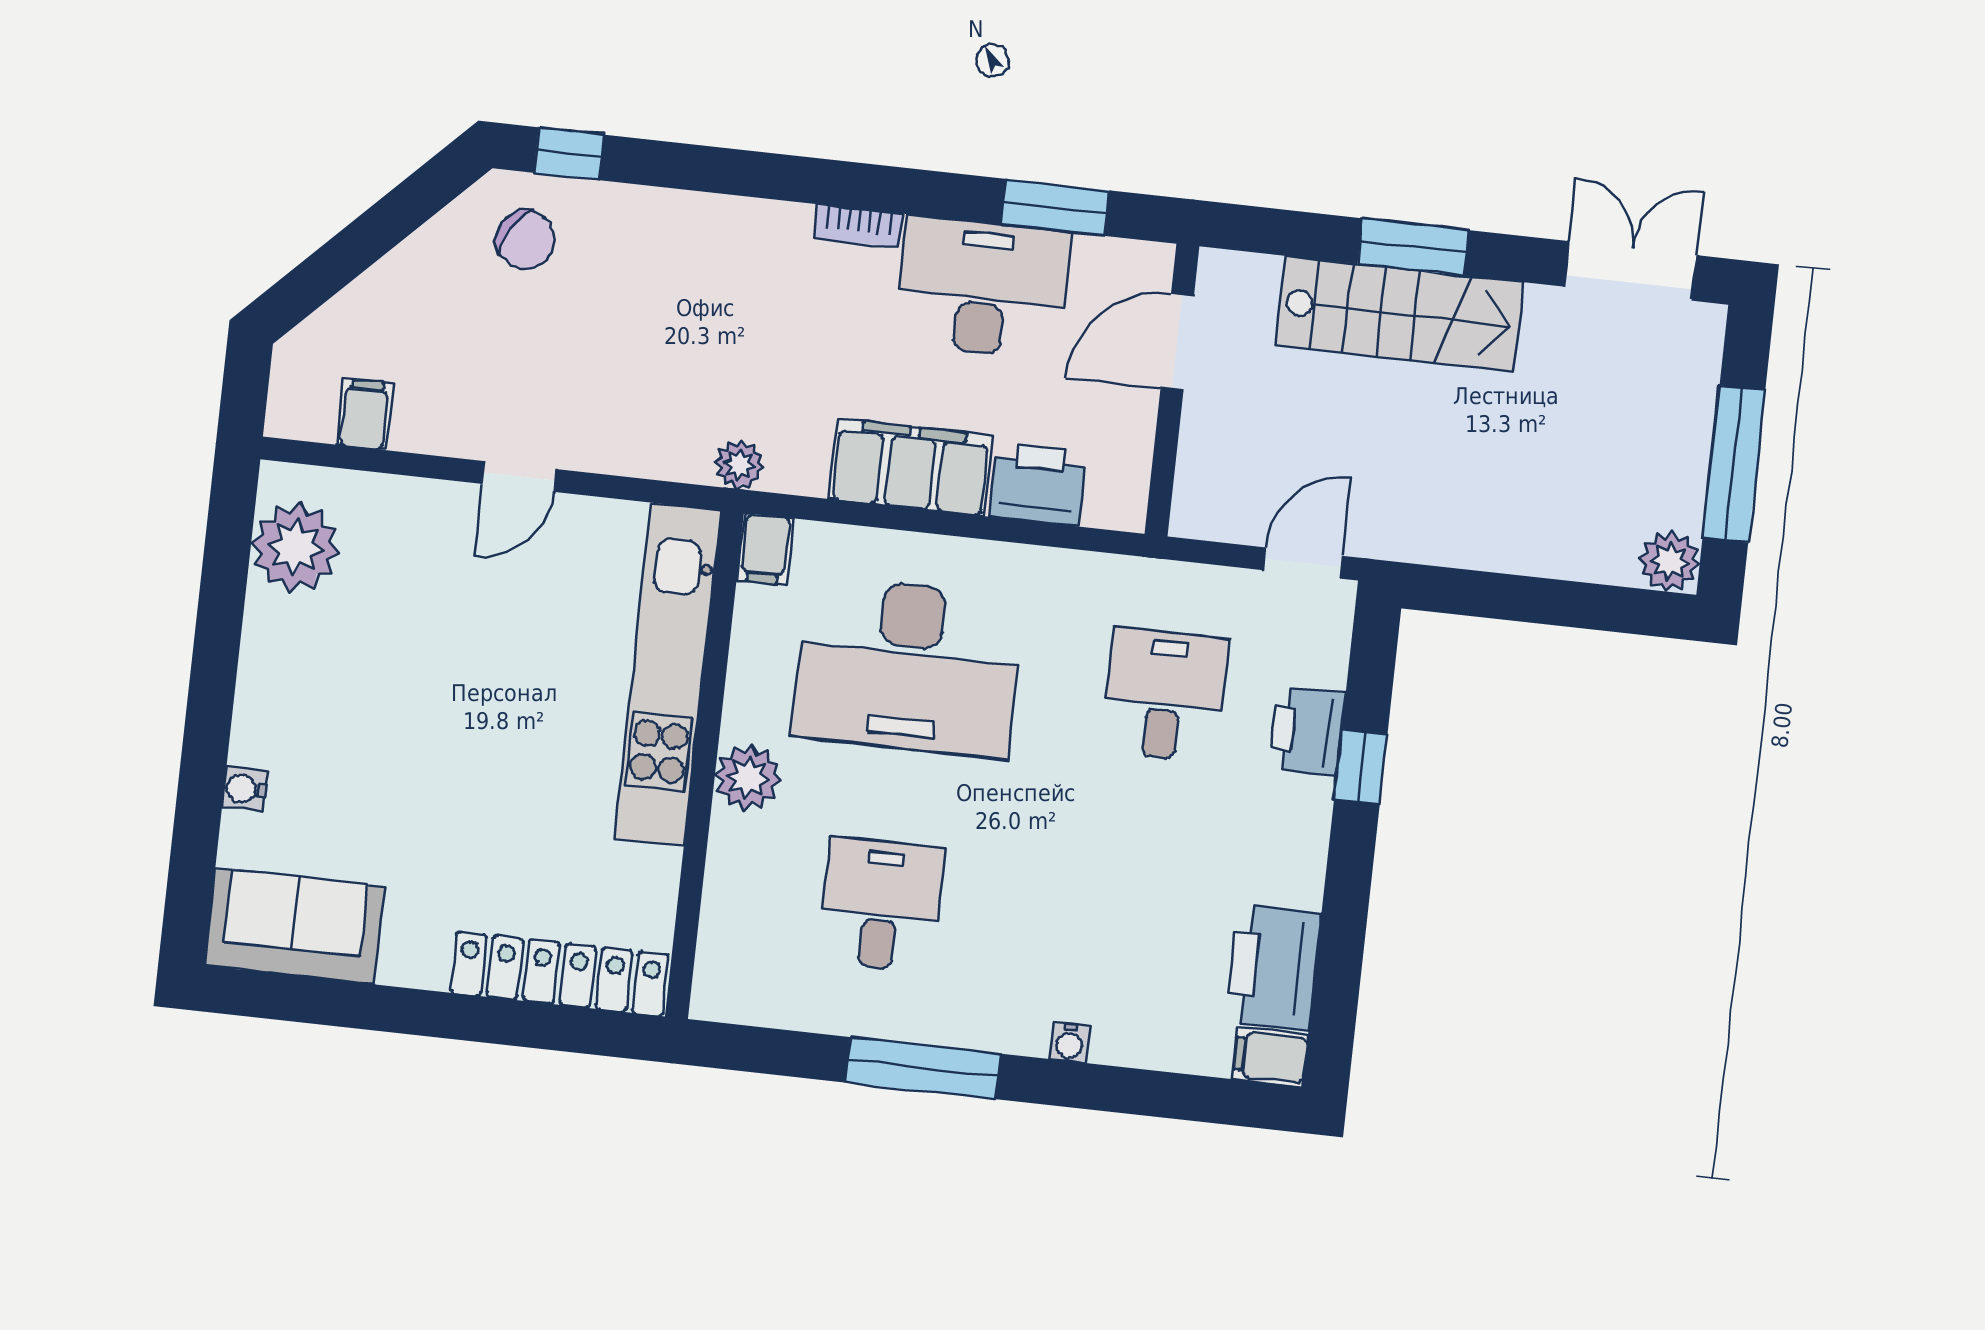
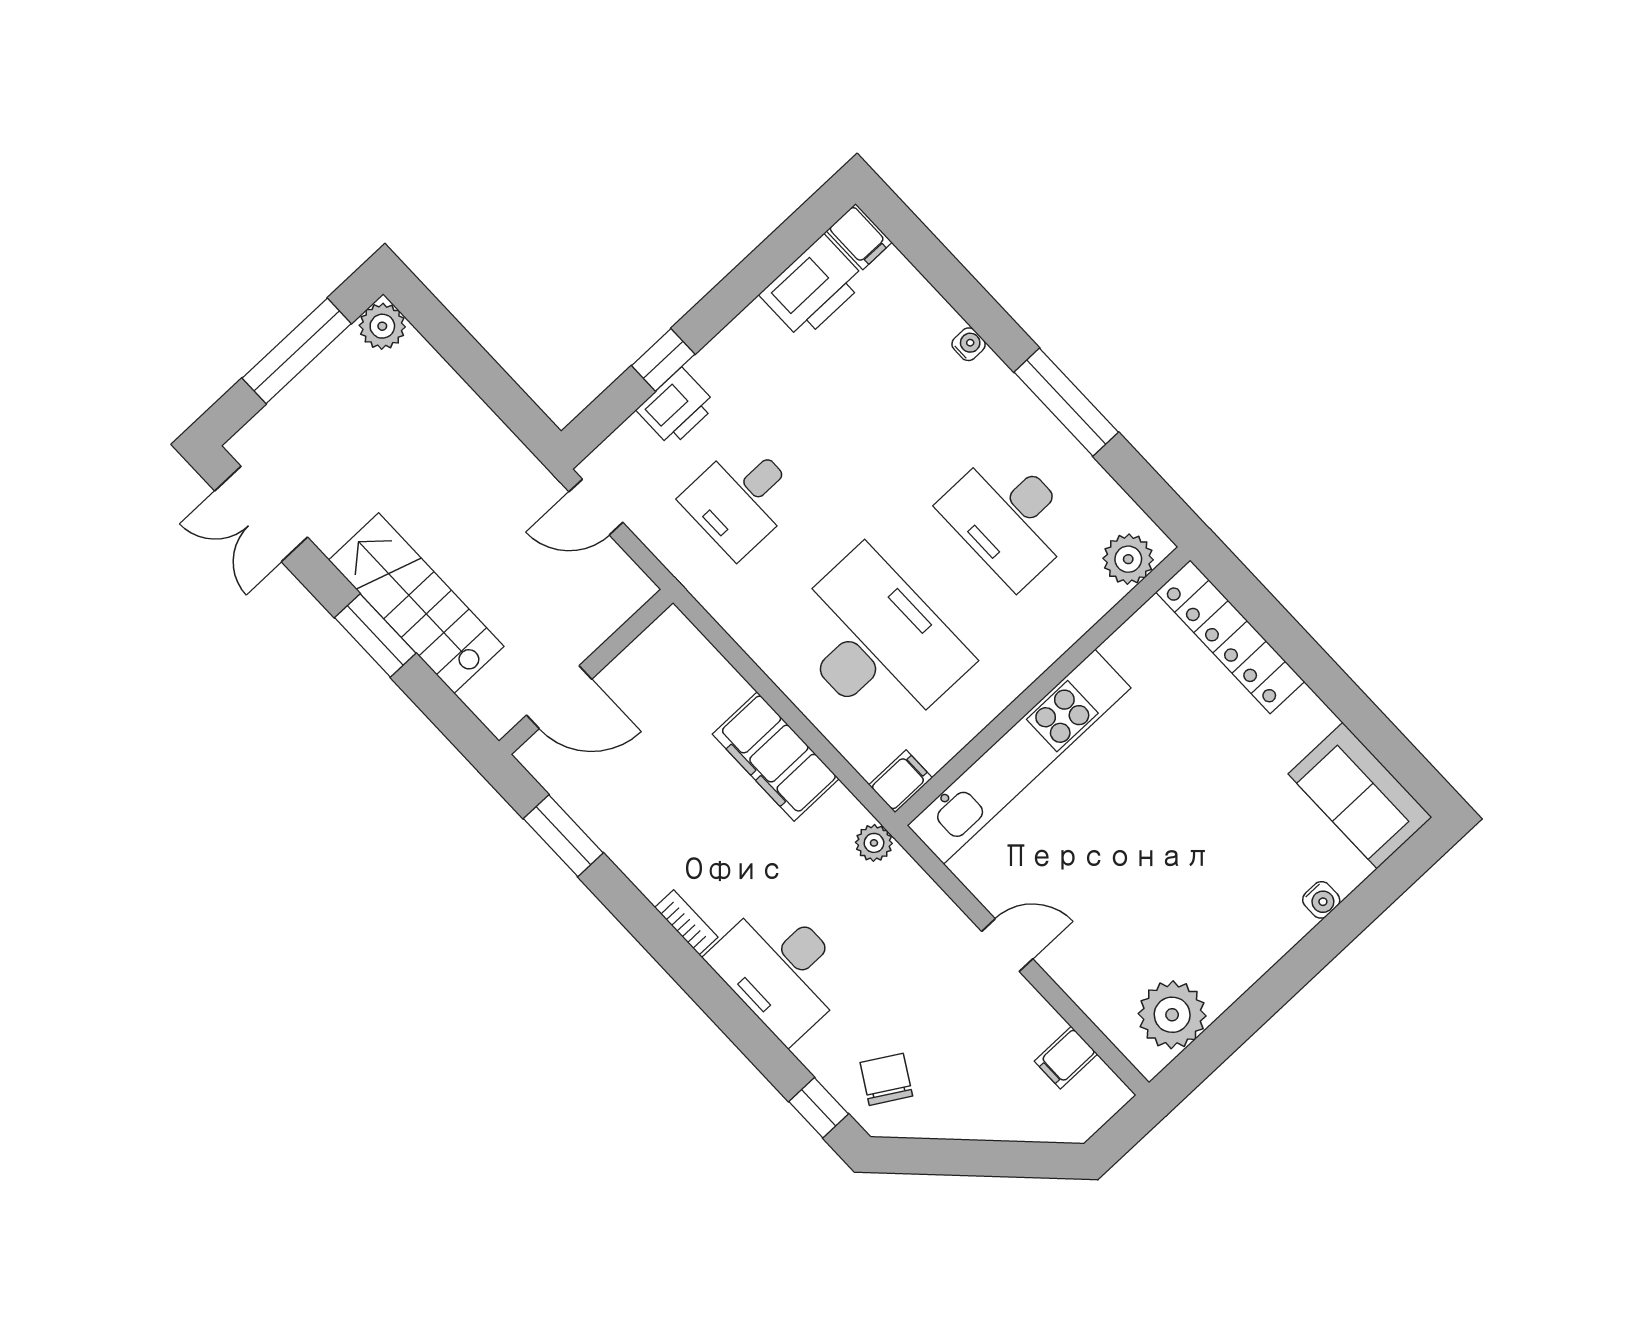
desk: (983, 288) -> (781, 970), moved
printer: (1038, 484) -> (710, 684), removed
plant: (748, 778) -> (1128, 559), moved
desk: (881, 905) -> (1009, 517), width x1.37

